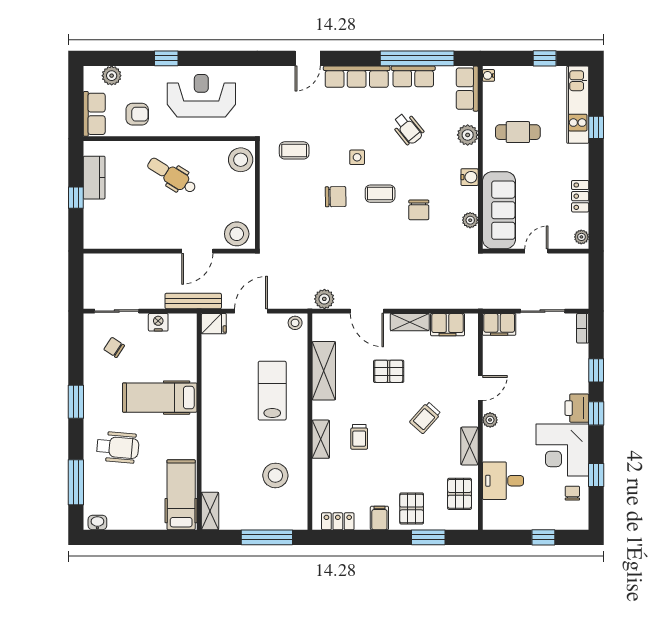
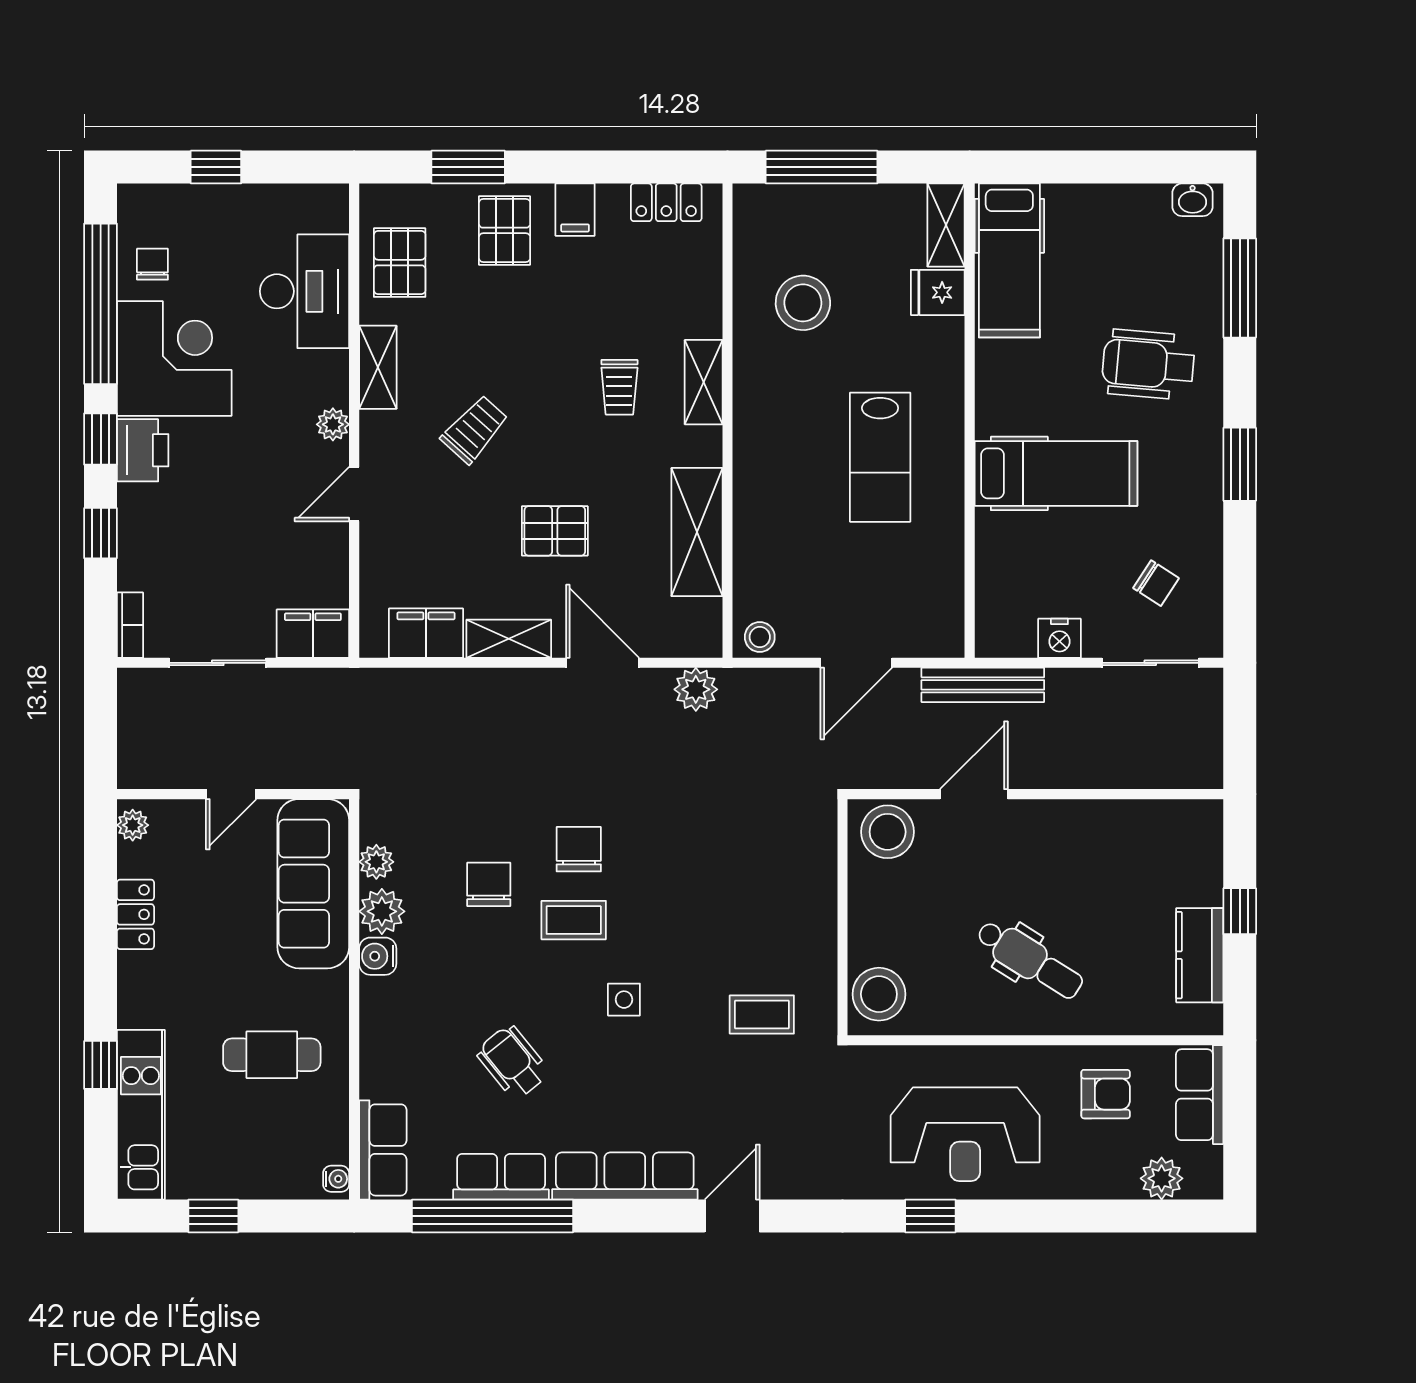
window: (166, 58) -> (930, 1216), moved
armchair: (137, 114) -> (1106, 1094), turned 180
plant: (468, 135) -> (382, 911), moved
chair: (336, 197) -> (579, 849), moved, turned 91
fridge: (214, 324) -> (938, 292), moved
lab bench: (272, 391) -> (880, 457), moved
trolley: (359, 437) -> (619, 387), turned 180
window: (596, 475) -> (101, 304), width x3.17
desk: (503, 481) -> (305, 291), width x1.37
chair: (572, 493) -> (152, 264), turned 180

